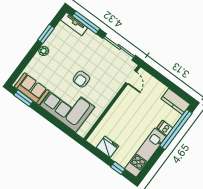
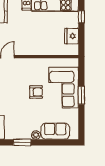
sofa: (32, 89) -> (55, 131), moved, turned 90
window: (23, 98) -> (81, 95), moved

